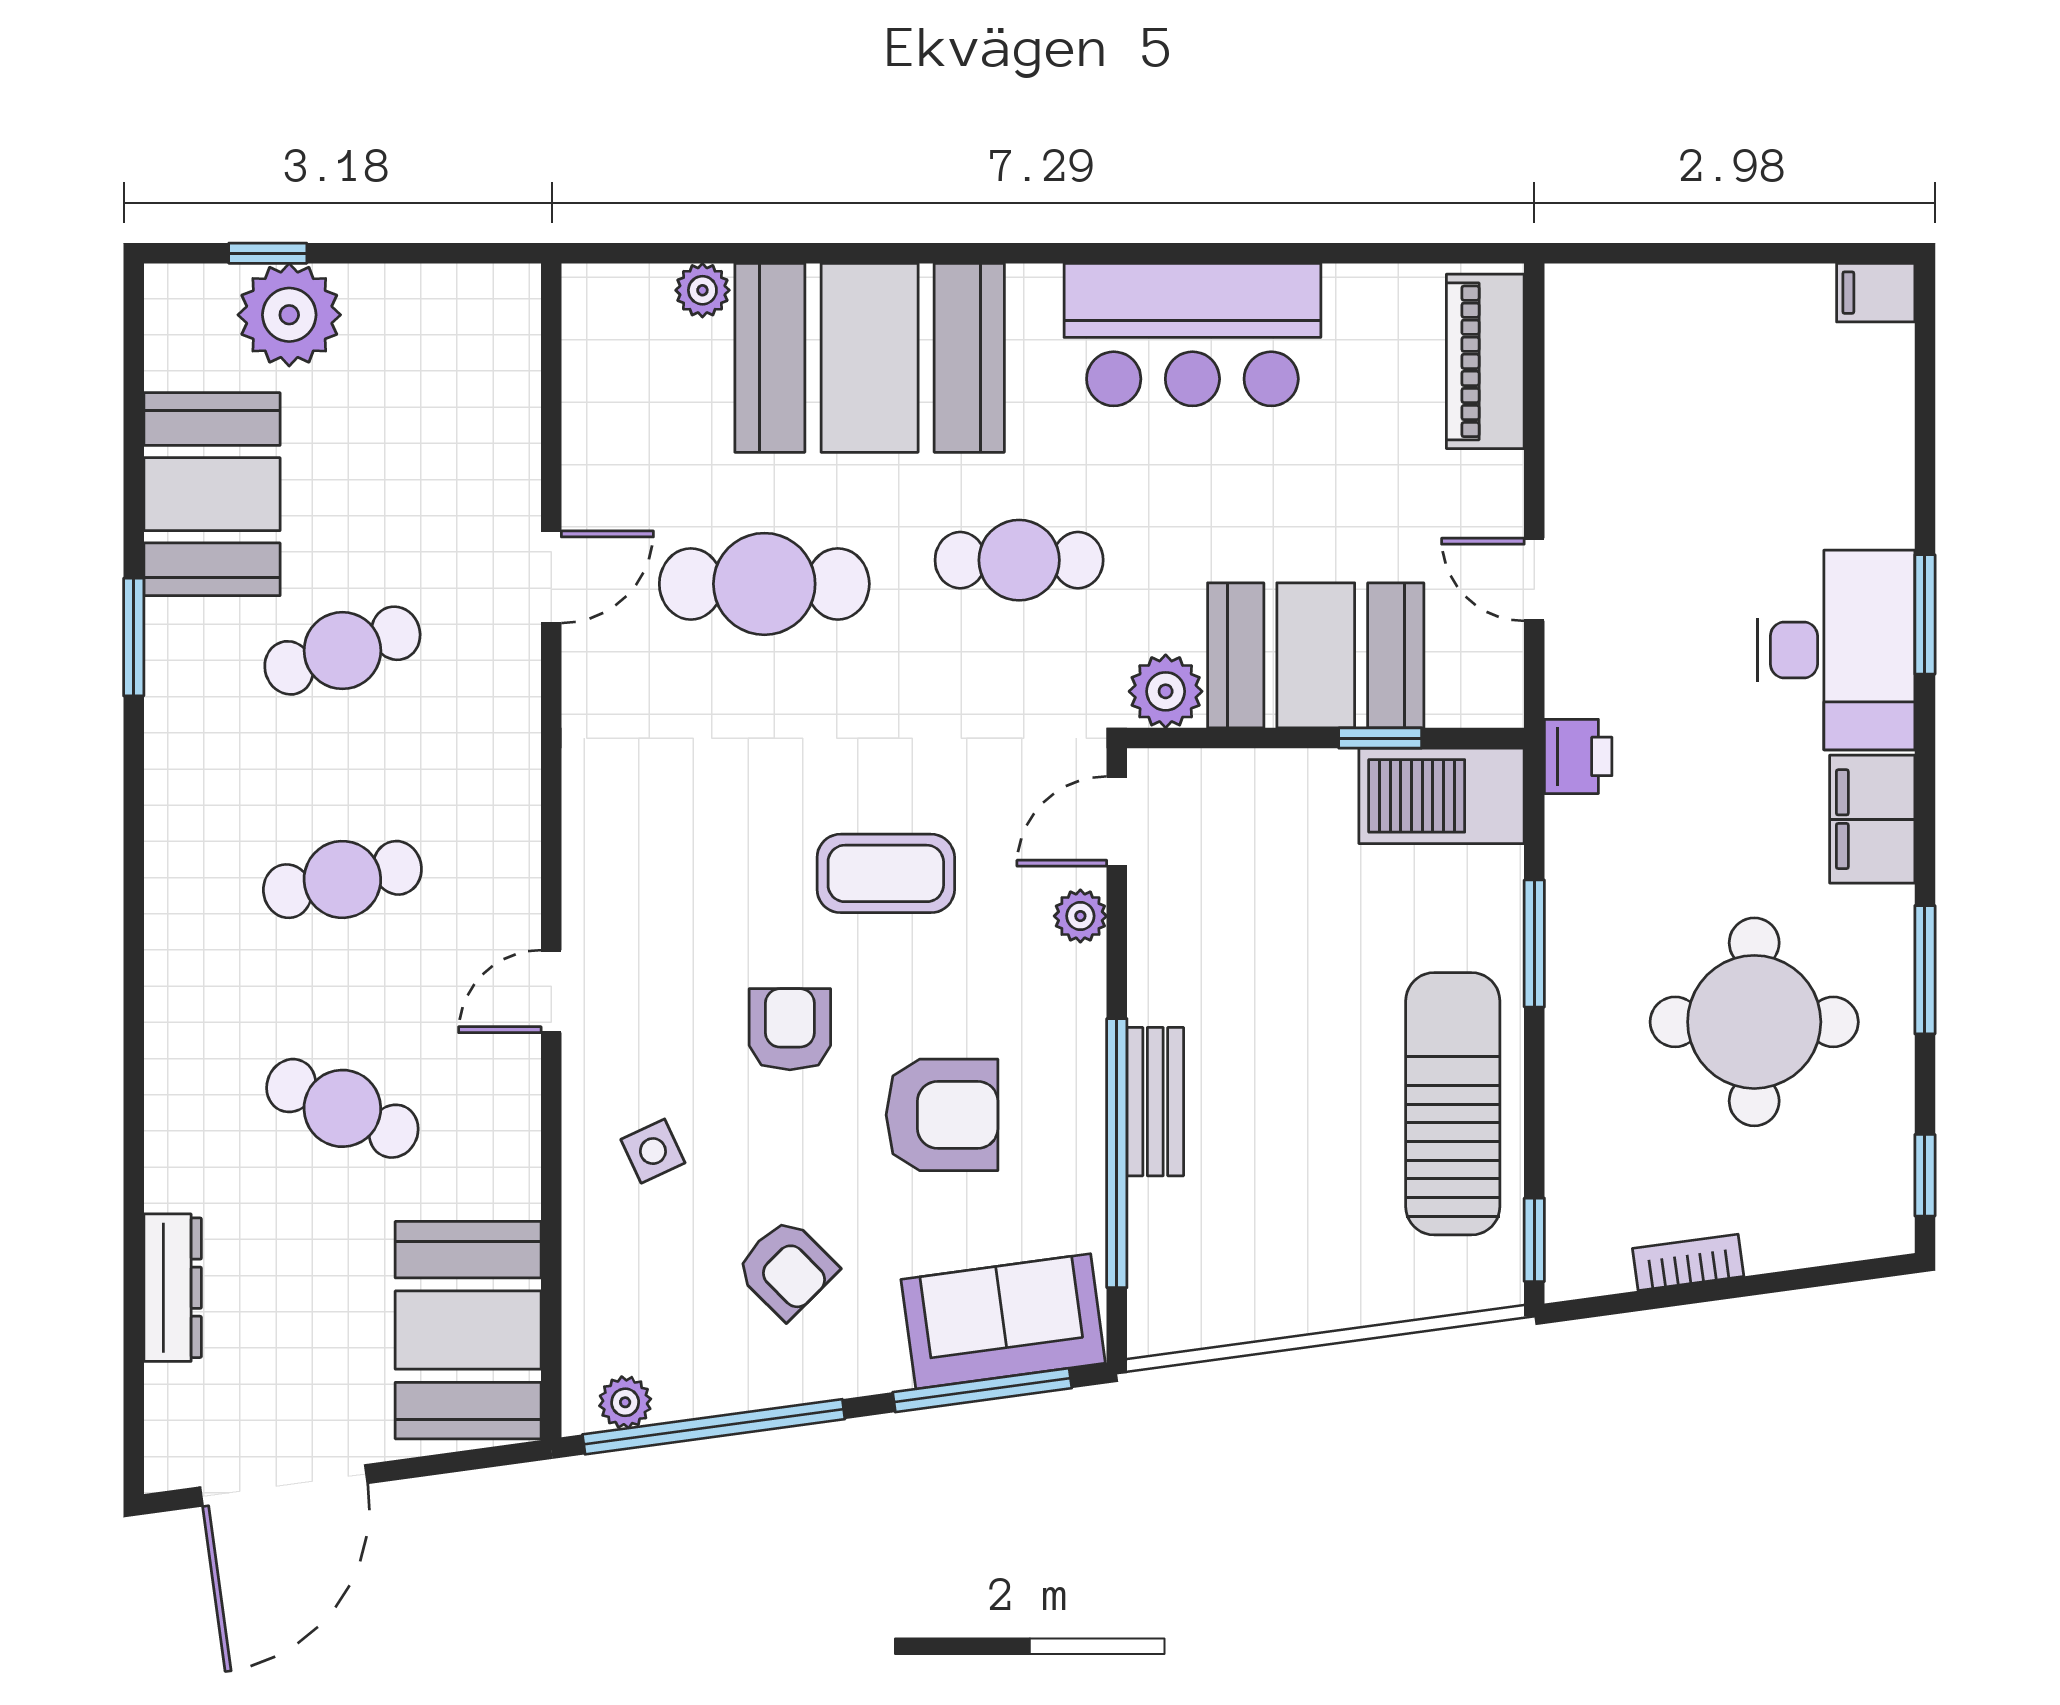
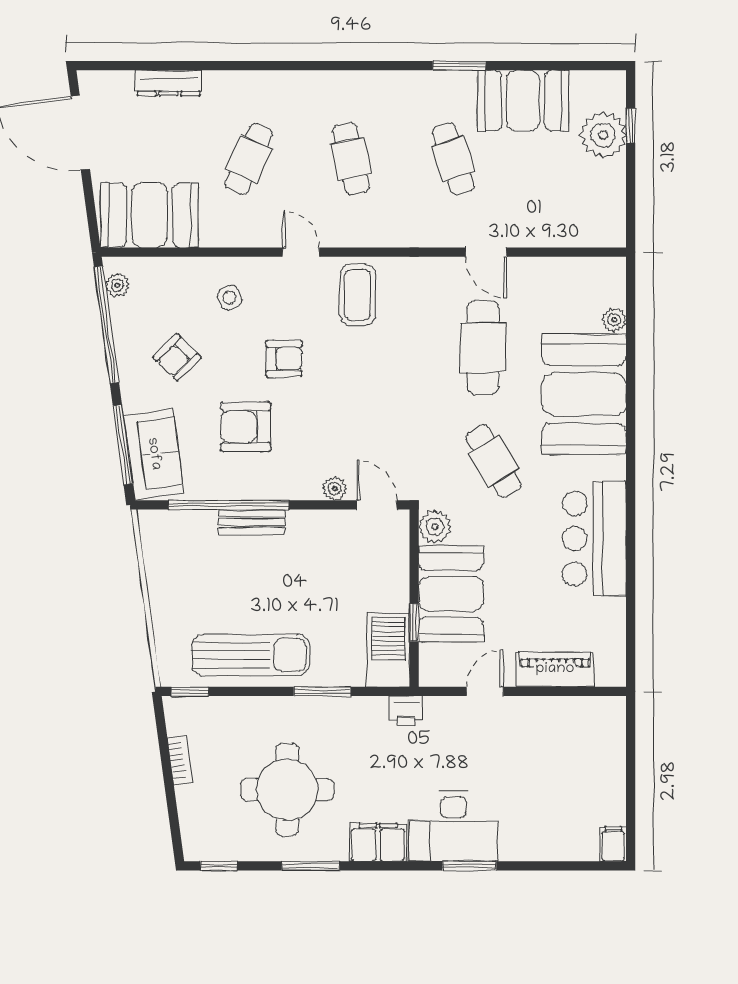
piano: (1485, 361) -> (555, 669), moved
cafe table: (1019, 560) -> (494, 461), turned -30
coffee table: (886, 873) -> (358, 295), moved
armchair: (942, 1115) -> (246, 427), turned 90

